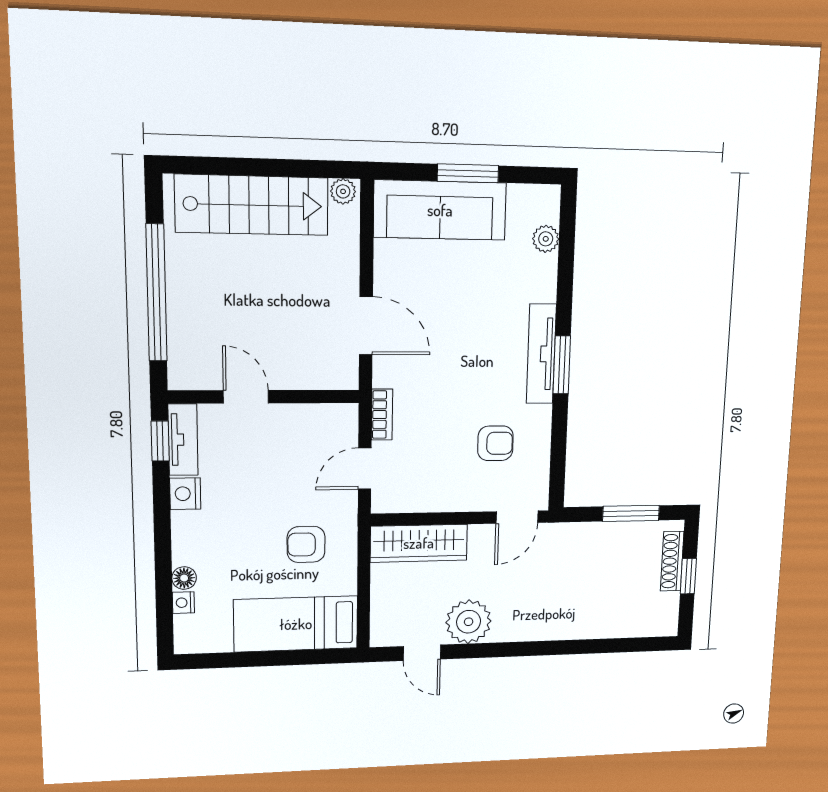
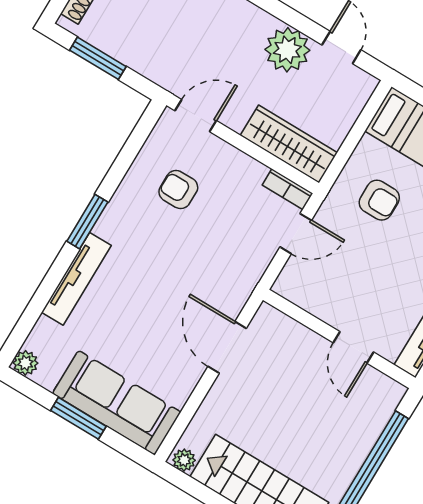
plant: (546, 239) -> (25, 363), moved
tv unit: (541, 354) -> (76, 279), moved
bookcase: (382, 415) -> (288, 189), moved, turned -90

